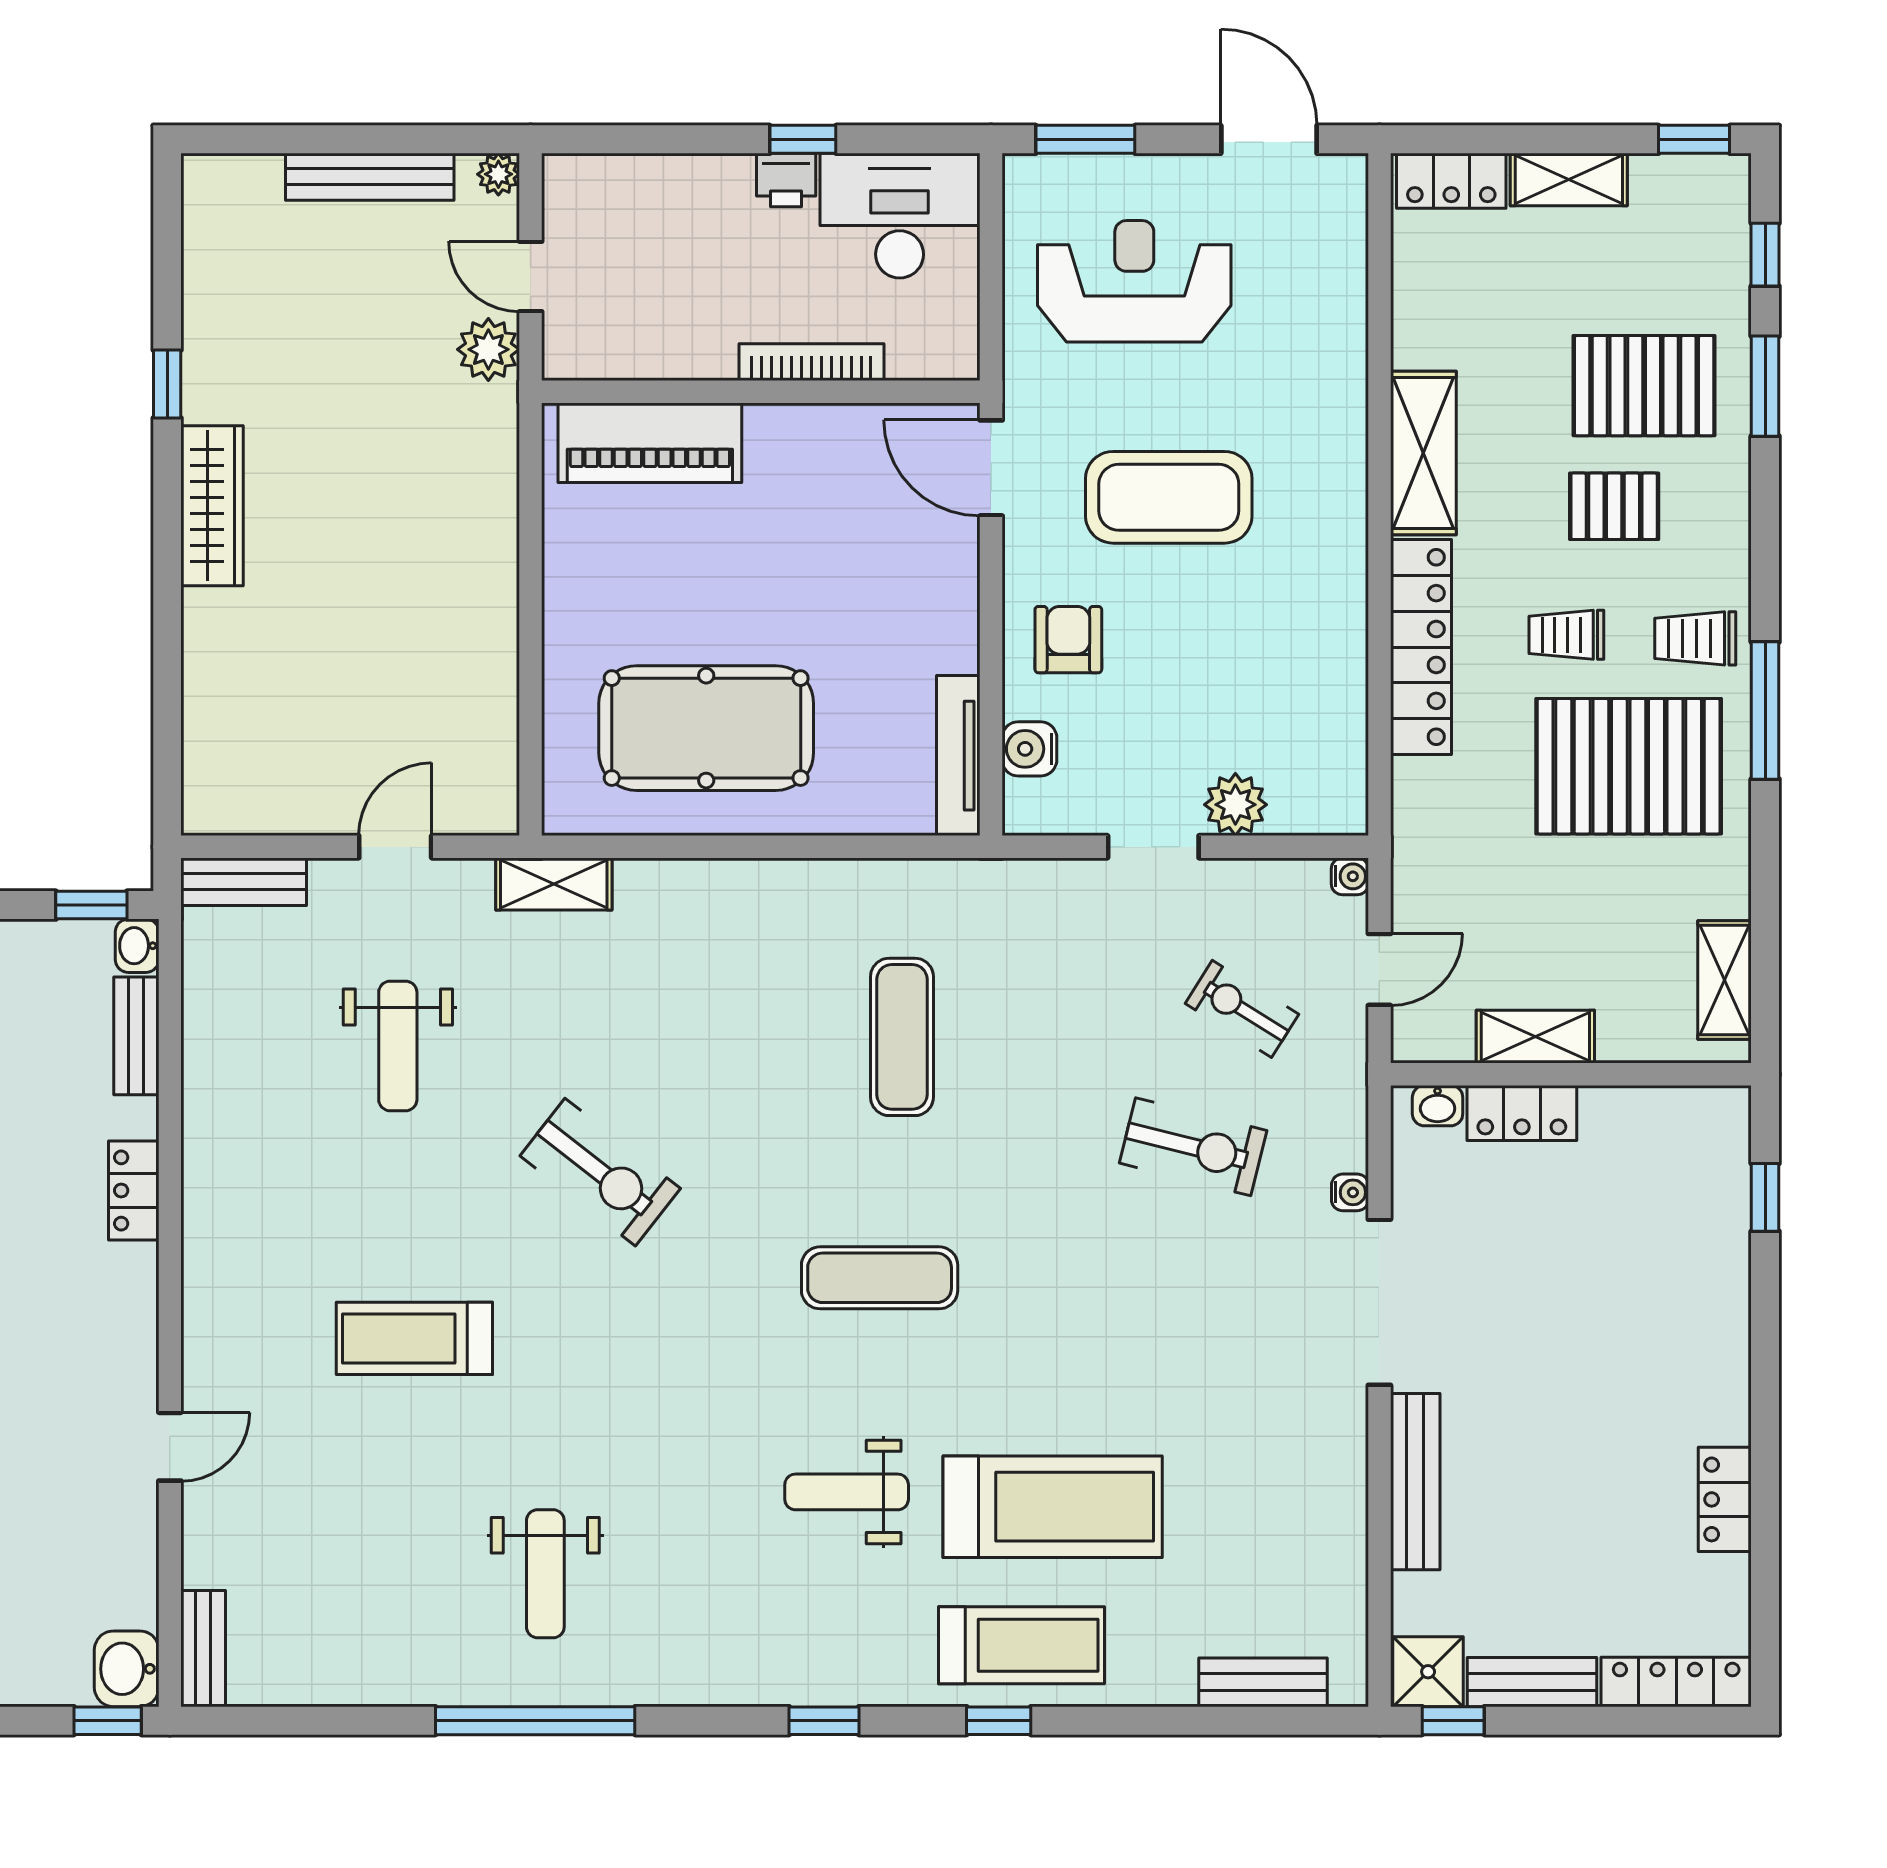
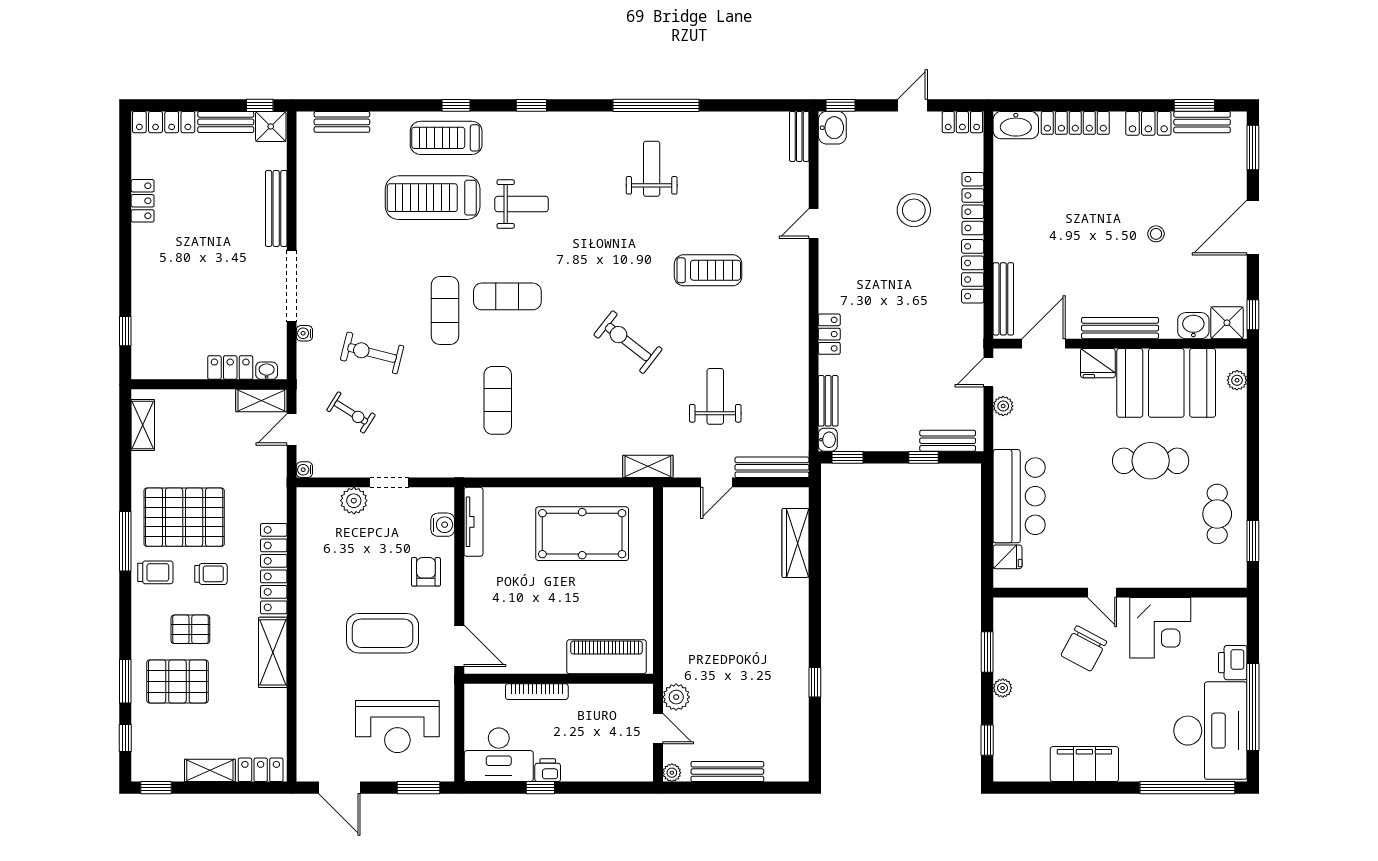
wardrobe: (212, 506) -> (795, 543), moved
armchair: (1068, 640) -> (426, 572), turned 180
bench: (244, 882) -> (772, 467), width x1.36
shelving: (1535, 1037) -> (261, 401), moved
exercise mat: (1024, 1245) -> (445, 310), added

